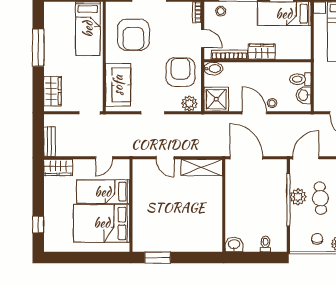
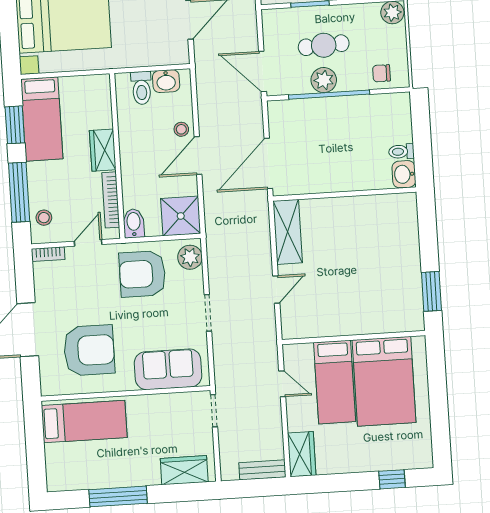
chair: (317, 239) -> (381, 73), moved
toilet: (265, 244) -> (401, 151), moved

